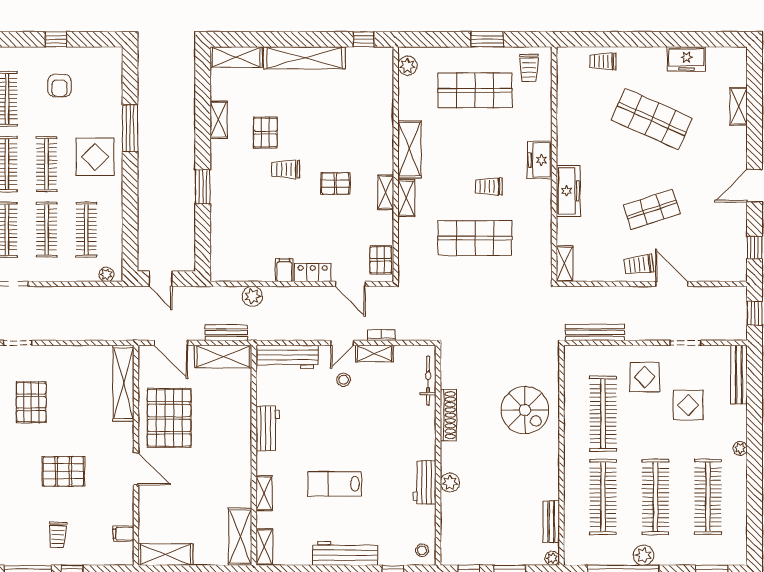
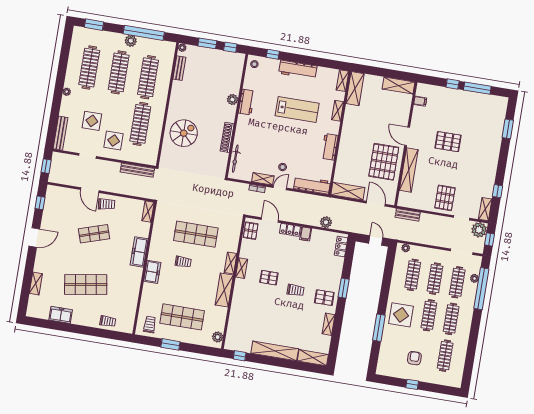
shop shelf: (652, 119) -> (86, 285), turned -33
pallet: (265, 133) -> (324, 298), moved, turned 90
locker: (219, 258) -> (341, 246), added
bench: (226, 333) -> (408, 215), moved
shelving: (123, 383) -> (409, 170), moved
pallet: (31, 402) -> (445, 198), moved
spiral stairs: (525, 410) -> (184, 133), turned 90
lab bench: (335, 484) -> (297, 109), width x1.36, depth x1.39
trolley: (58, 535) -> (457, 107), removed

